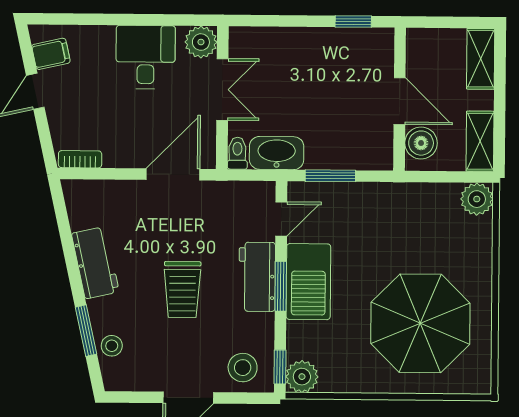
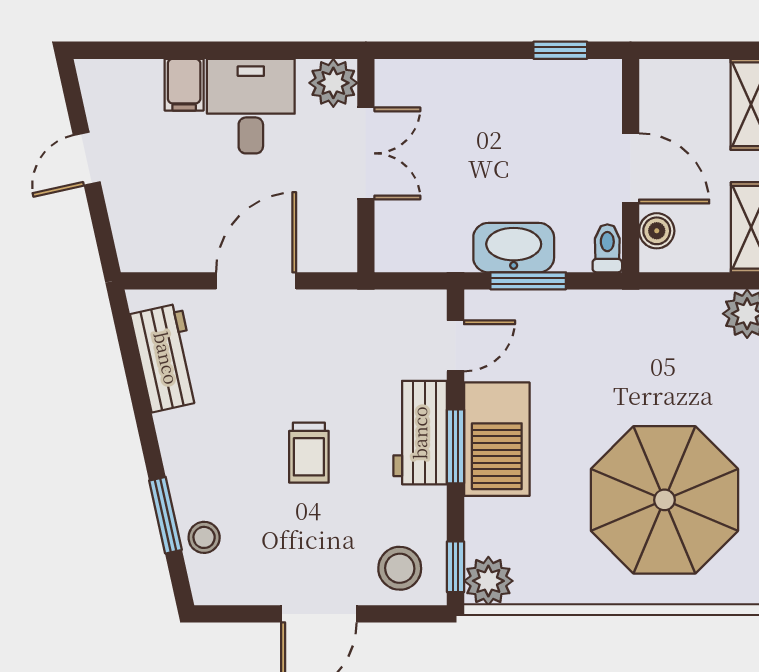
filing cabinet: (51, 54) -> (184, 85), moved, turned 102
boiler: (421, 143) -> (657, 231), width x0.73, depth x0.73
toilet: (237, 153) -> (607, 248), moved
washbasin: (277, 153) -> (514, 248), moved
bookcase: (80, 159) -> (154, 259), removed
door: (173, 174) -> (256, 281), moved
workbench: (95, 263) -> (166, 358), moved
trolley: (182, 290) -> (309, 453), width x0.73, depth x0.72

